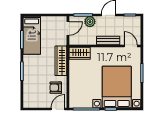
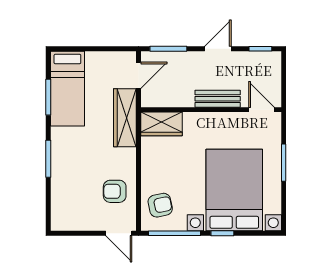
plant: (90, 22) -> (182, 62), removed
wardrobe: (61, 61) -> (125, 118), moved
armchair: (79, 95) -> (160, 205), added
door: (58, 109) -> (119, 233), swing flipped

